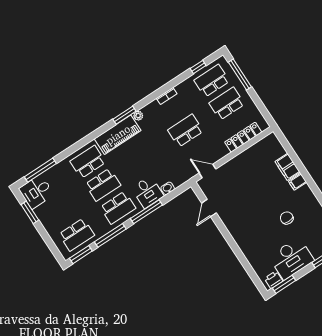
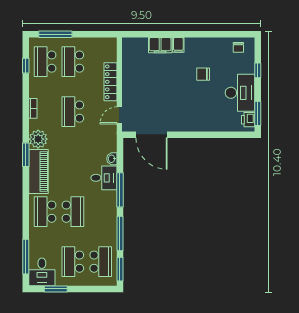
plant: (138, 116) -> (38, 139), width x1.88, depth x1.88
locker: (243, 137) -> (110, 82), moved
school desk: (118, 208) -> (73, 262), moved, turned 180
door: (209, 208) -> (151, 135), width x1.87

